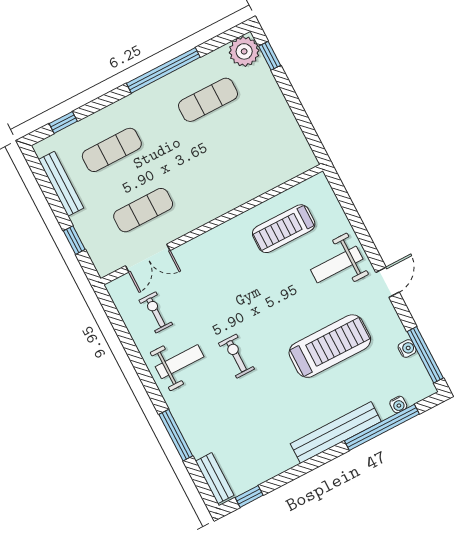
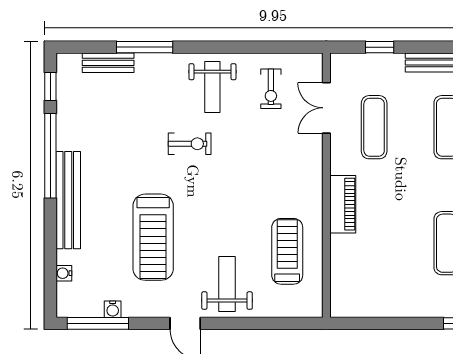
piano: (220, 203) -> (343, 204), added
exercise bike: (156, 312) -> (271, 89), turned 90
window: (382, 427) -> (50, 156), moved
bench: (215, 478) -> (108, 63), moved

